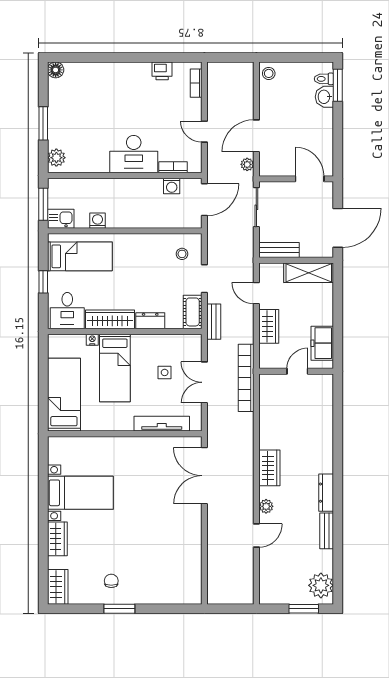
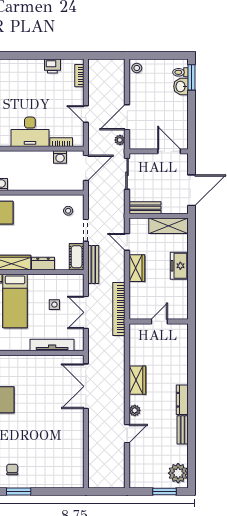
bench: (214, 322) -> (93, 264), width x1.36
freezer: (322, 343) -> (179, 266), moved
wall: (296, 371) -> (159, 321), moved
door: (297, 371) -> (159, 321), moved

